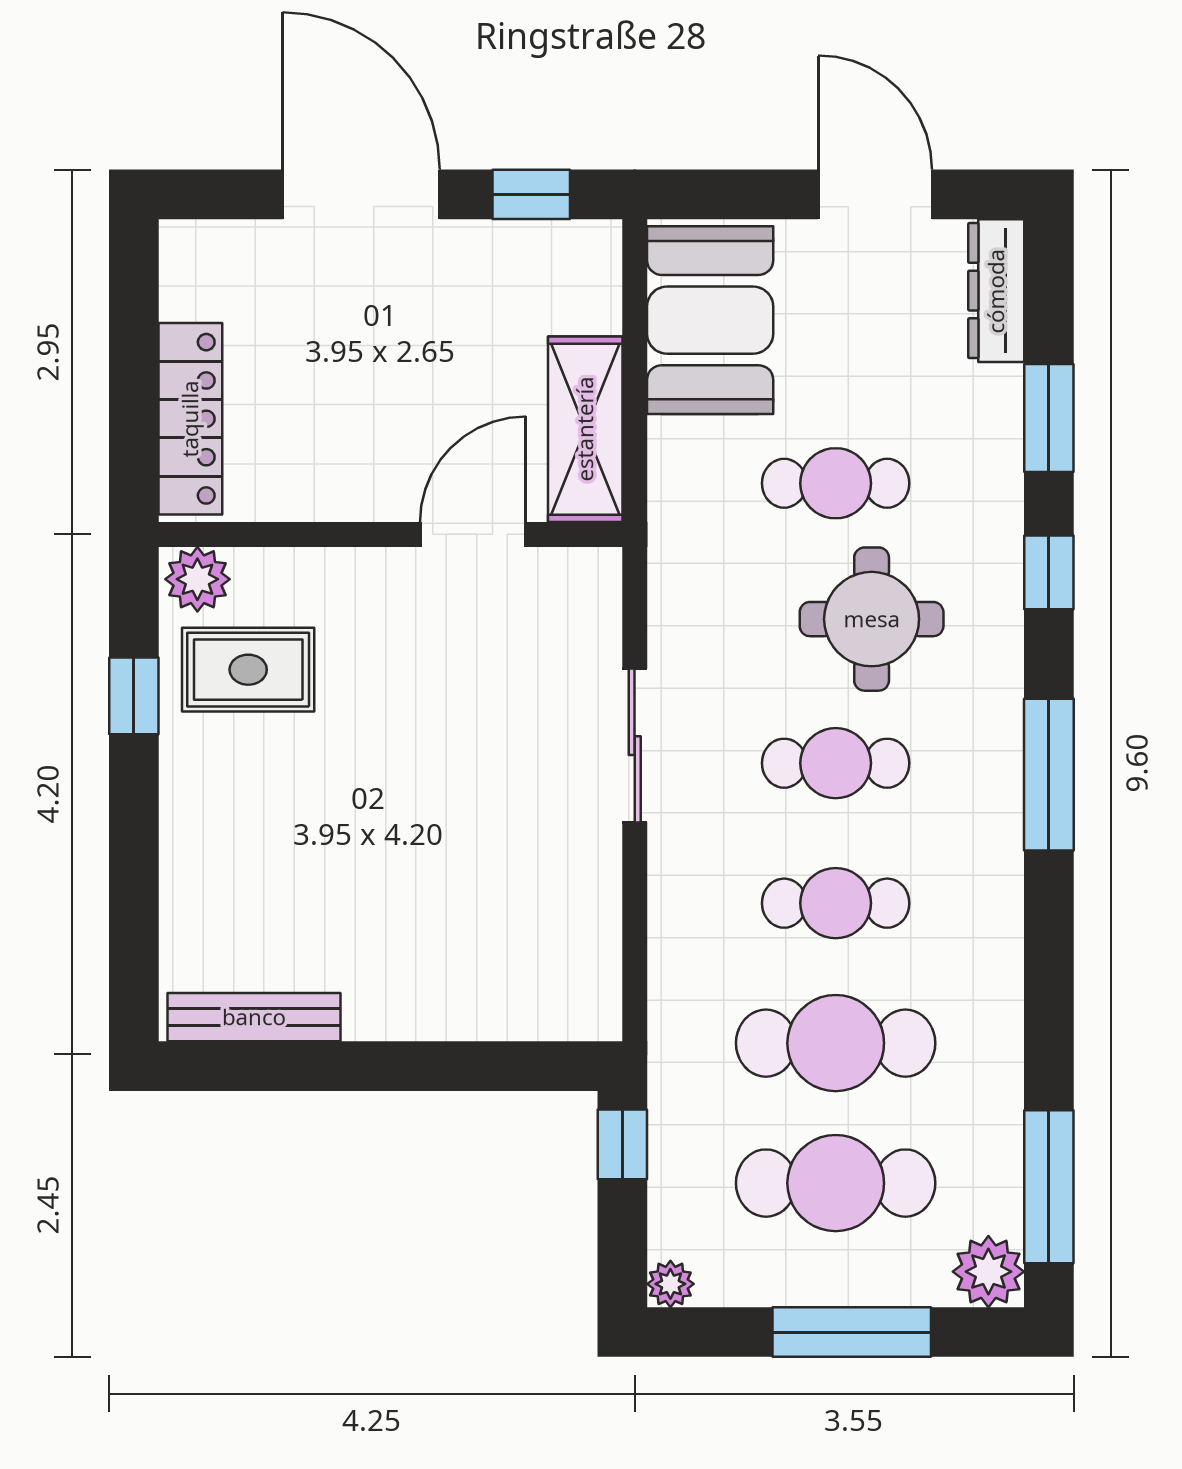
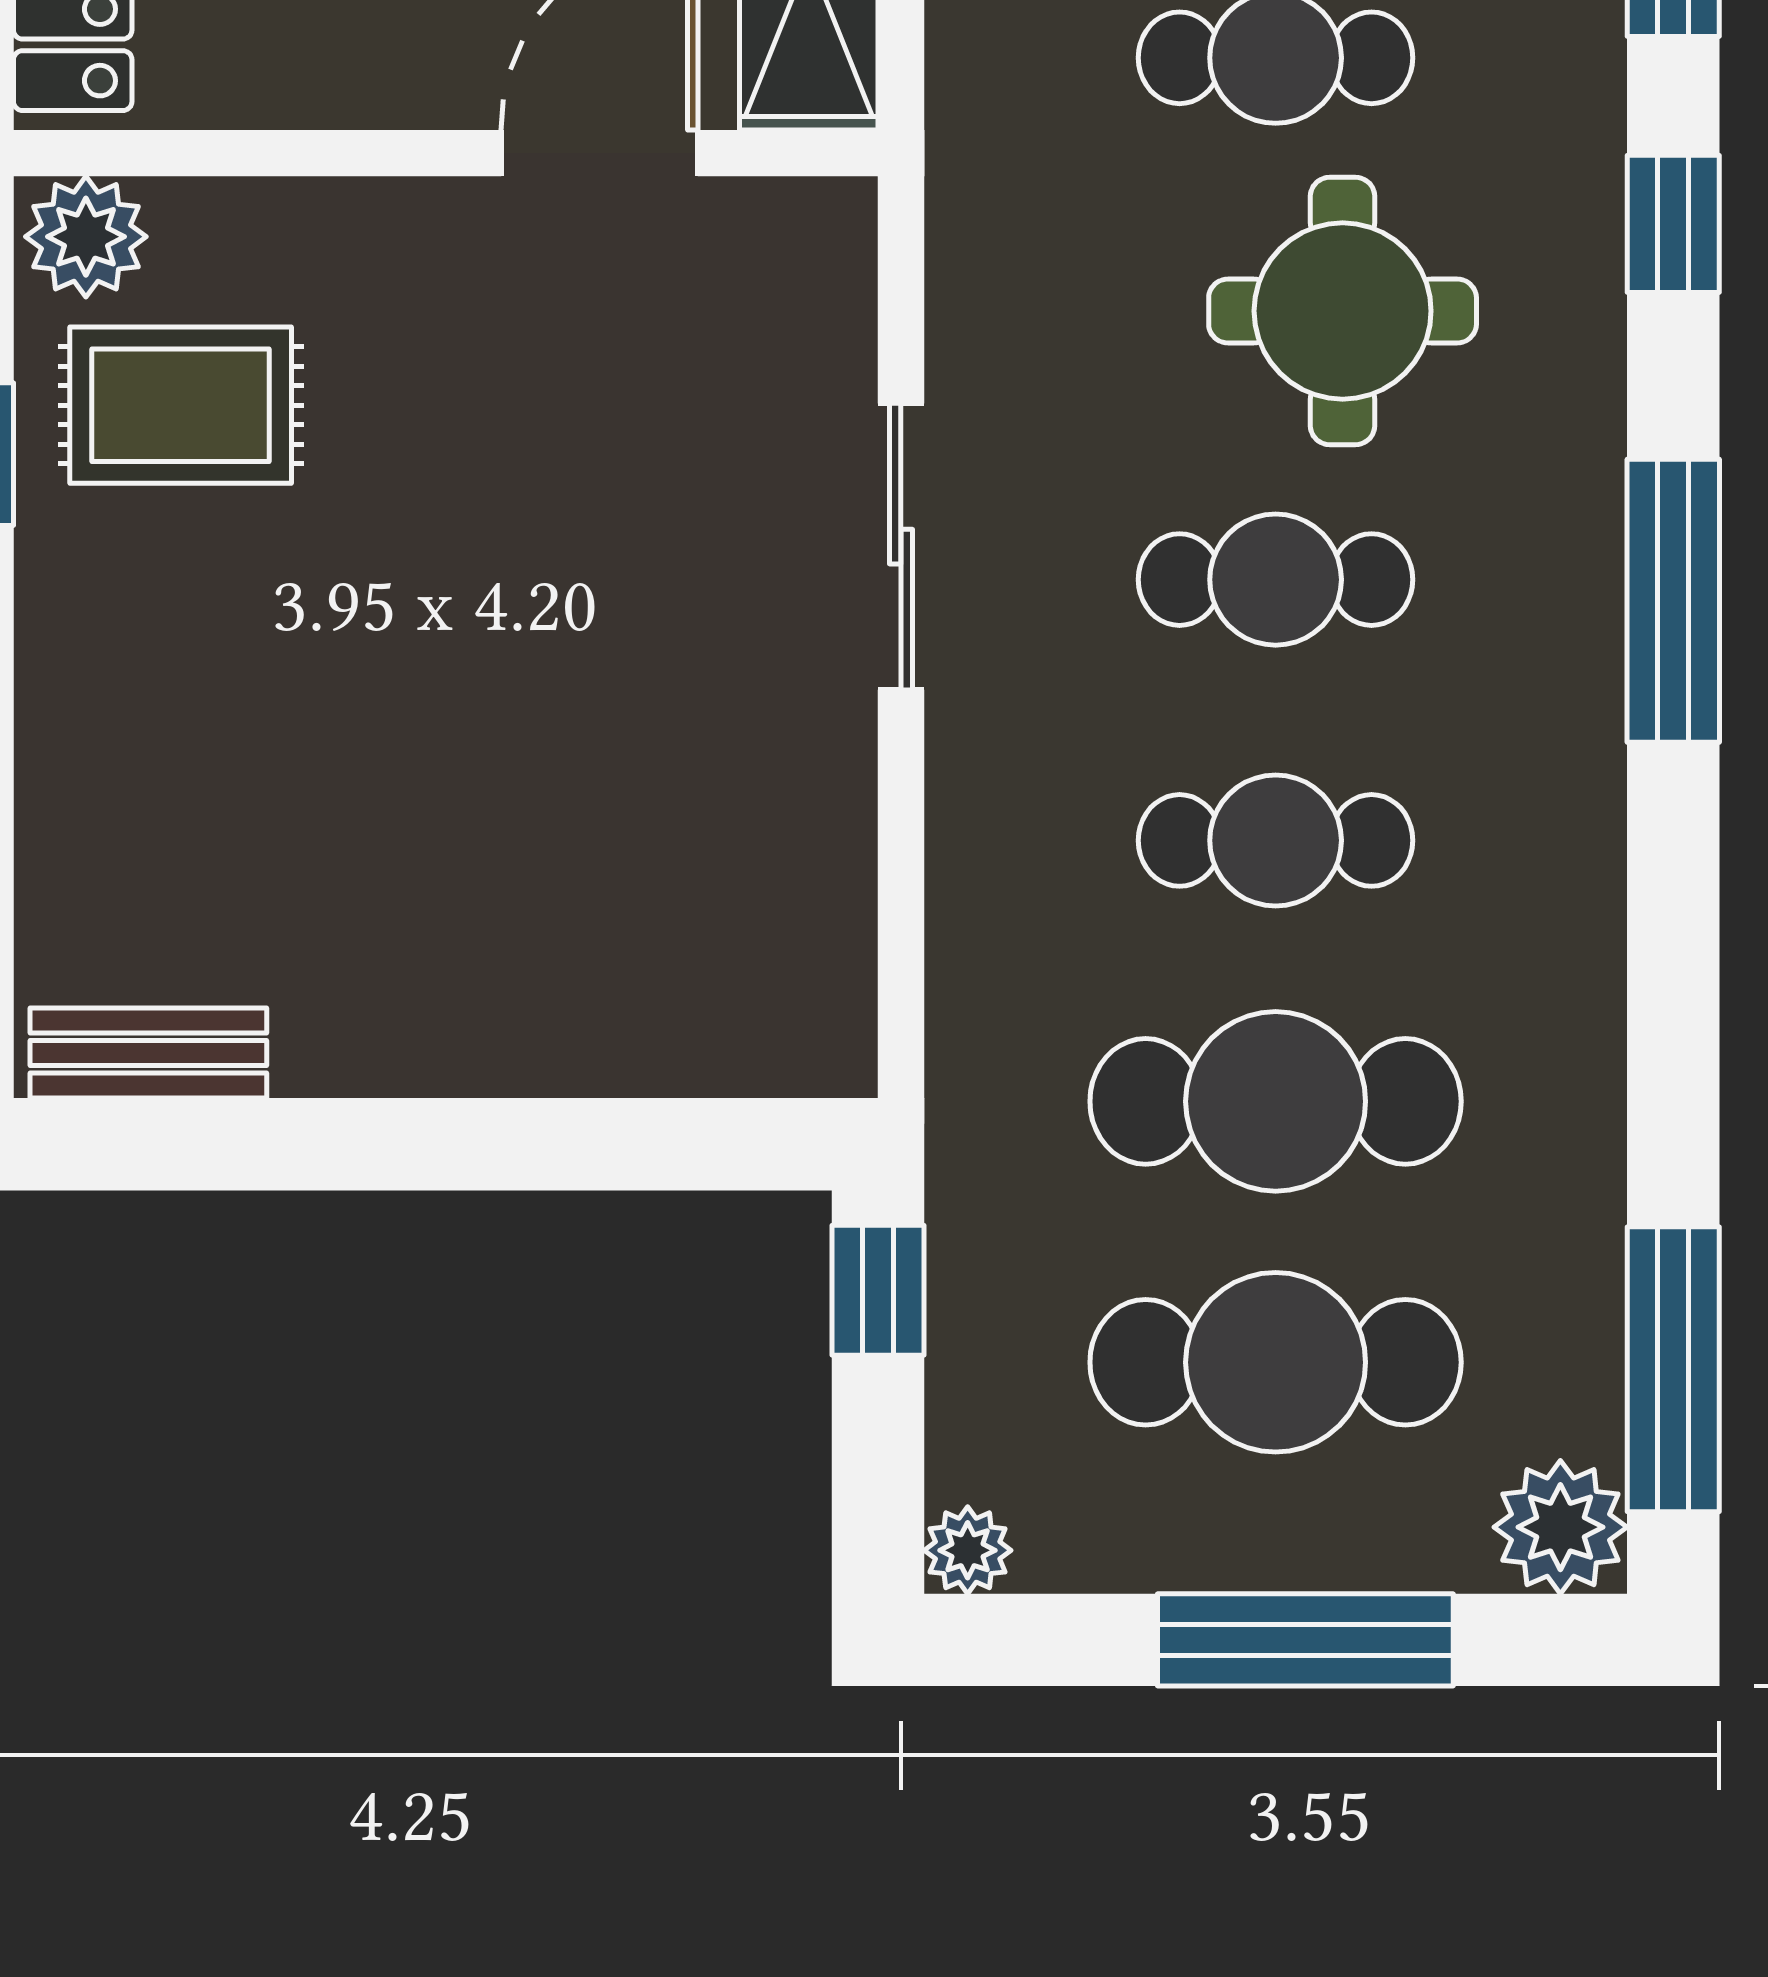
bench: (254, 1017) -> (148, 1053), width x0.73

